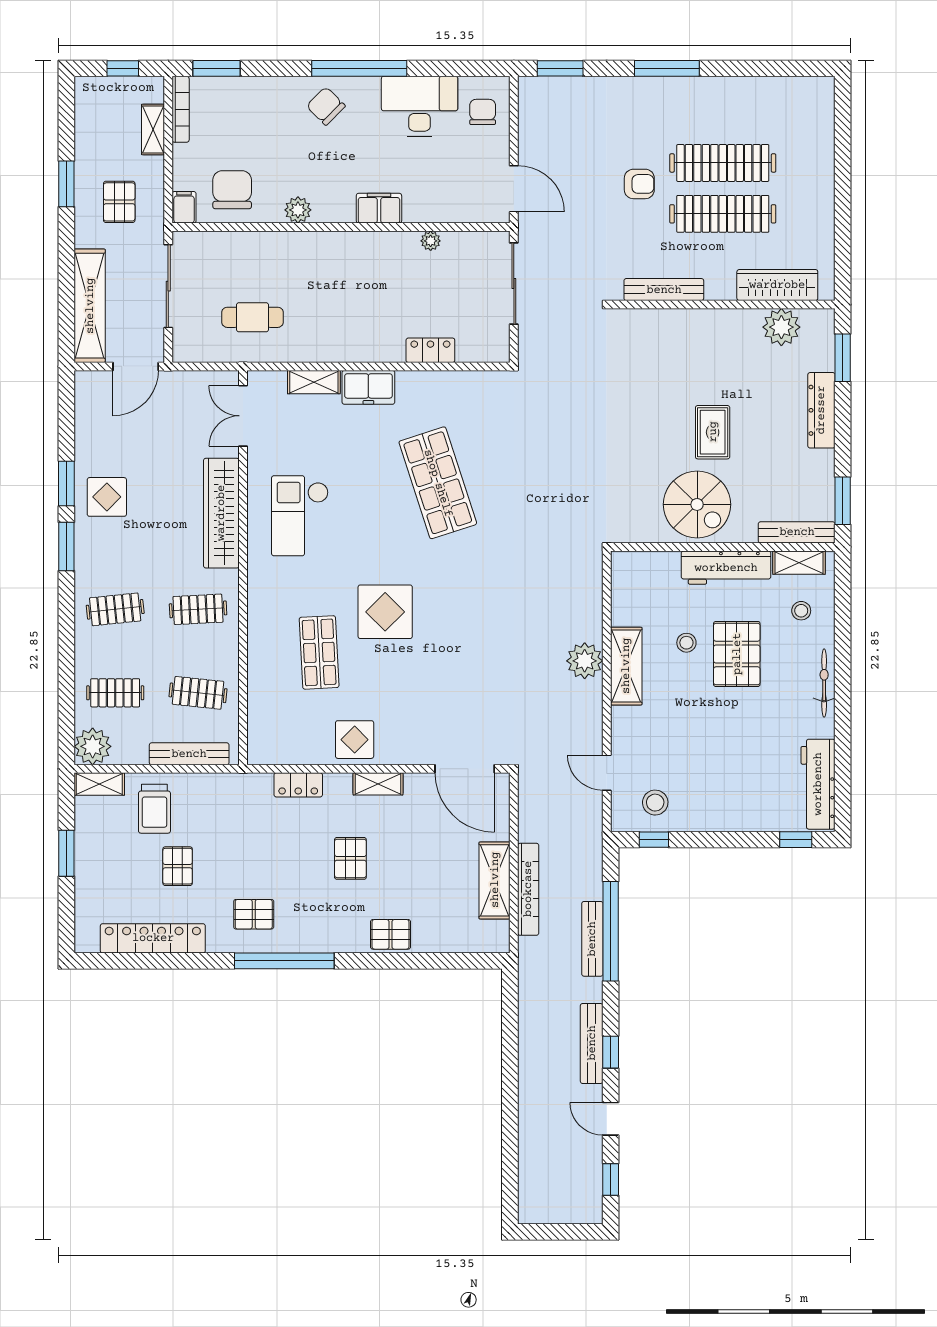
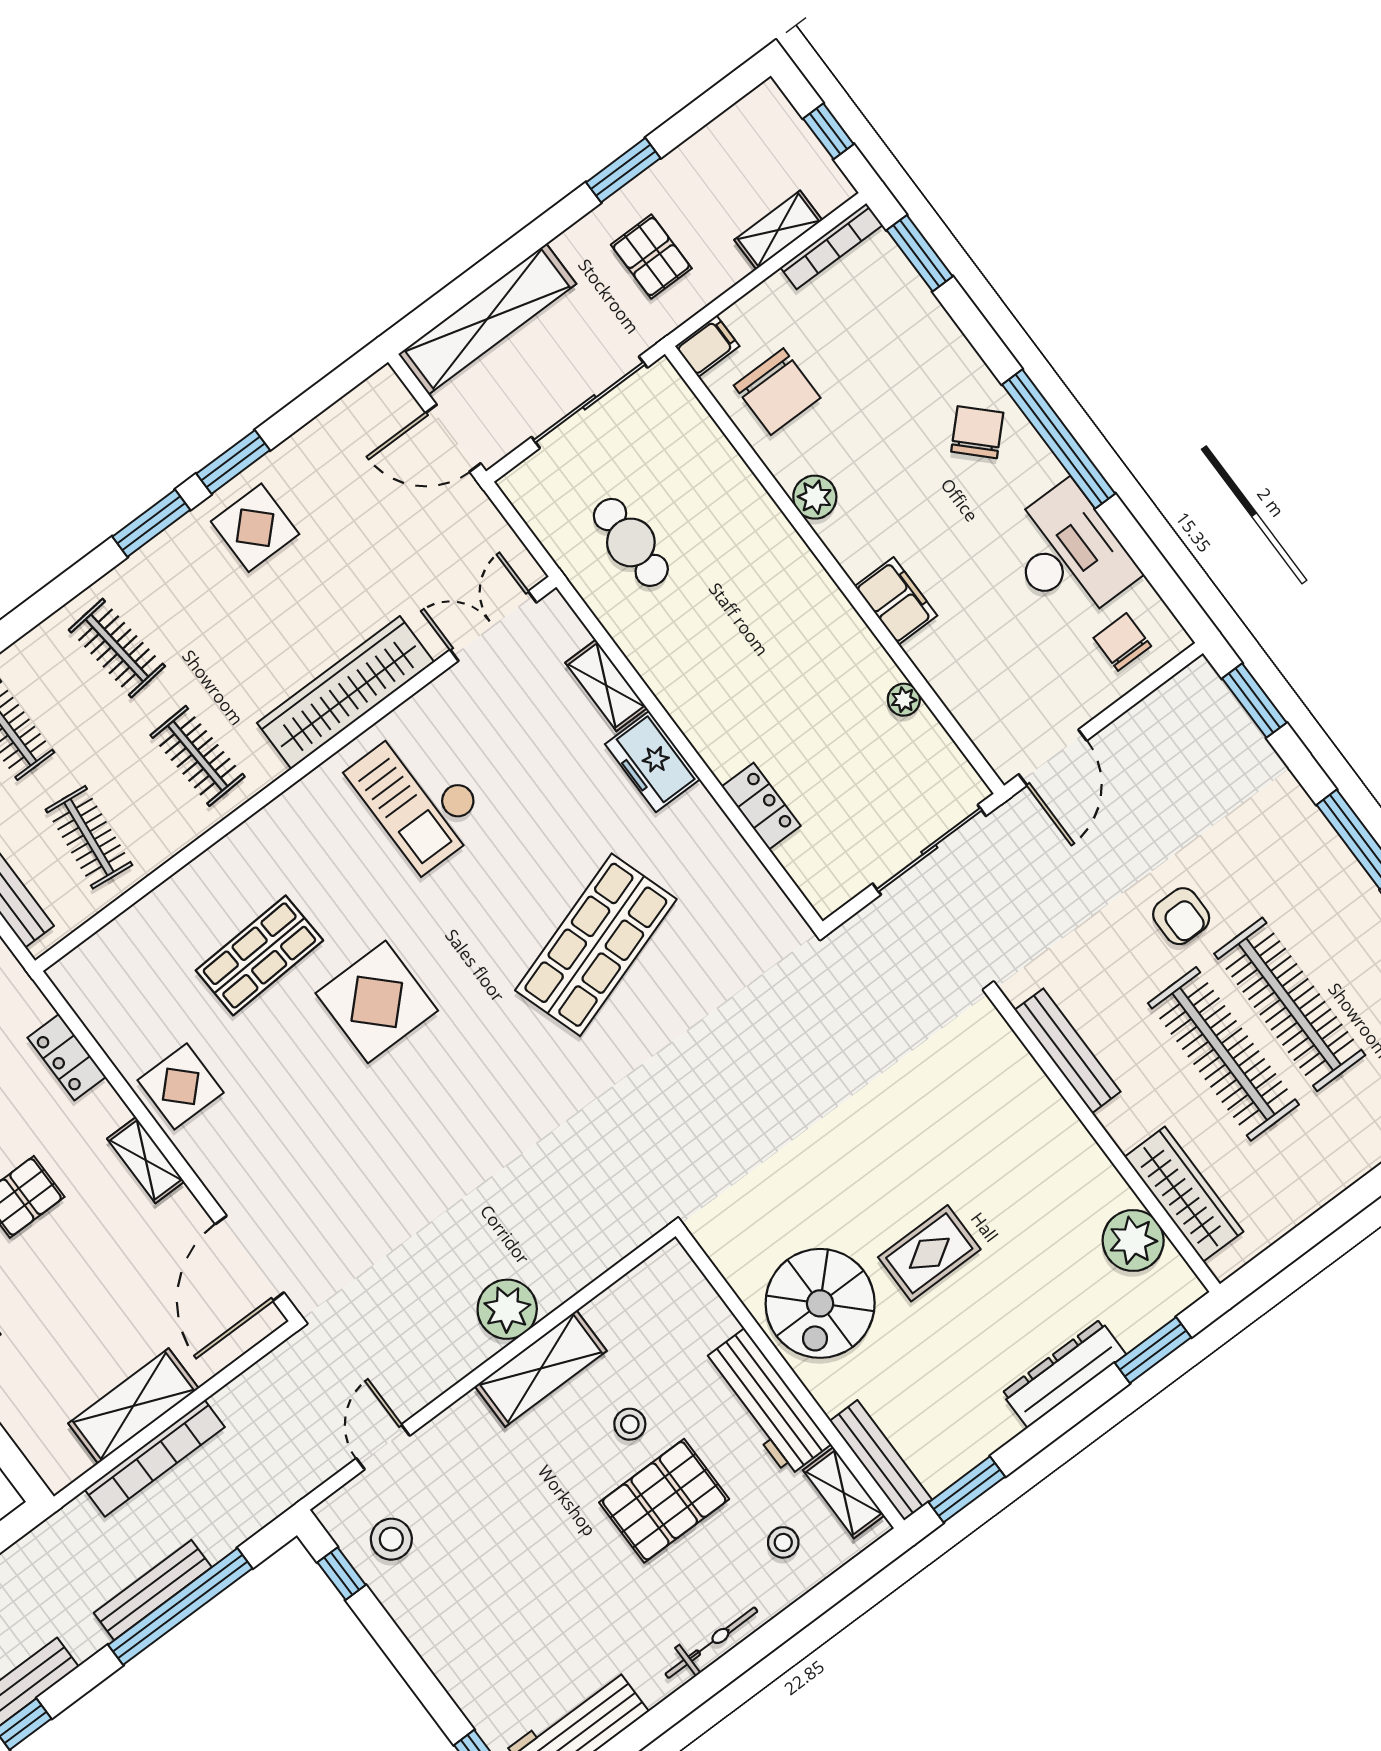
chair: (483, 112) -> (1122, 642), turned -90
chair: (232, 190) -> (777, 392), turned 90
pallet: (119, 202) -> (651, 257), turned 90
checkout: (300, 516) -> (419, 797), turned -90

